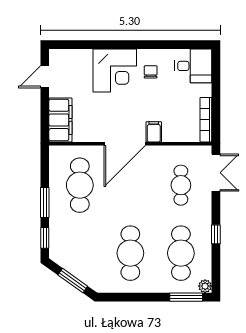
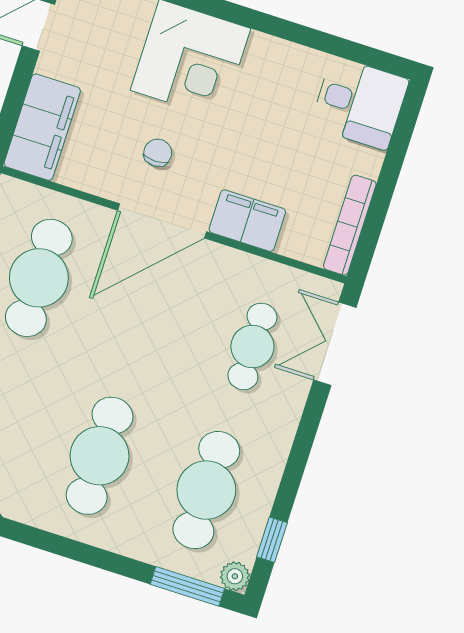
chair: (151, 72) -> (158, 153), moved
filing cabinet: (154, 132) -> (247, 221), width x2.00
double door: (216, 173) -> (335, 344), swing flipped
window: (216, 234) -> (272, 540), moved

